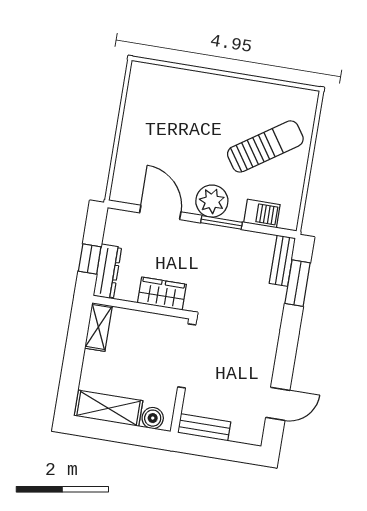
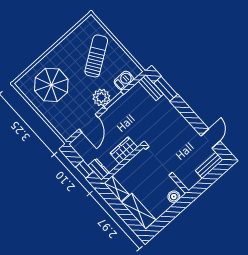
parasol: (173, 115) -> (51, 85), added
door: (160, 212) -> (89, 123), swing flipped
dresser: (107, 271) -> (99, 169), width x0.70
shelving: (108, 408) -> (139, 211), moved, turned 90
bench: (204, 427) -> (209, 165), moved

